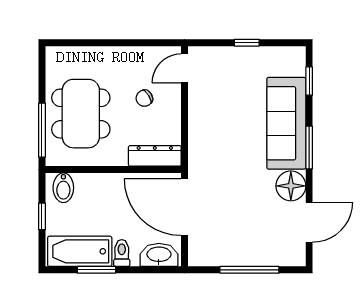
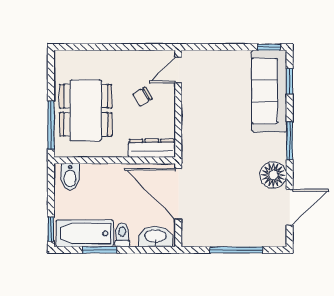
window: (247, 43) -> (269, 47), moved
sofa: (286, 123) -> (269, 91), moved
window: (42, 216) -> (51, 229), moved

